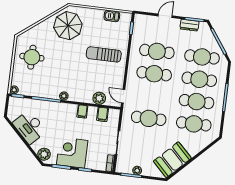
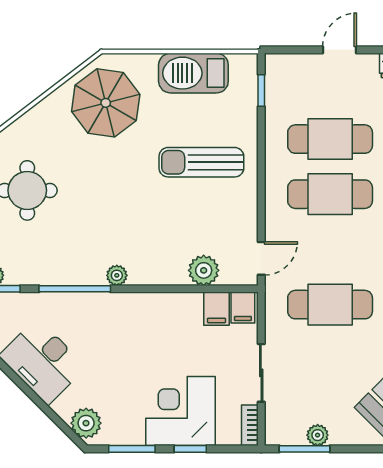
barbecue: (112, 16) -> (193, 73), width x1.88, depth x1.53
door: (123, 96) -> (261, 258), swing flipped
filing cabinet: (82, 111) -> (243, 308), moved
corner desk: (72, 153) -> (181, 411), moved

